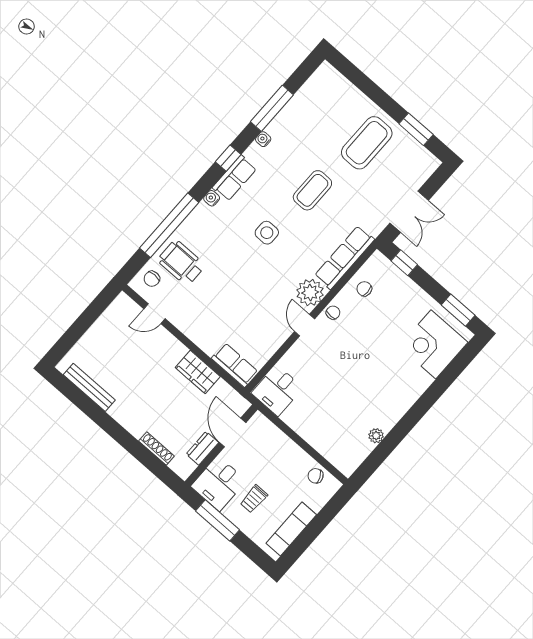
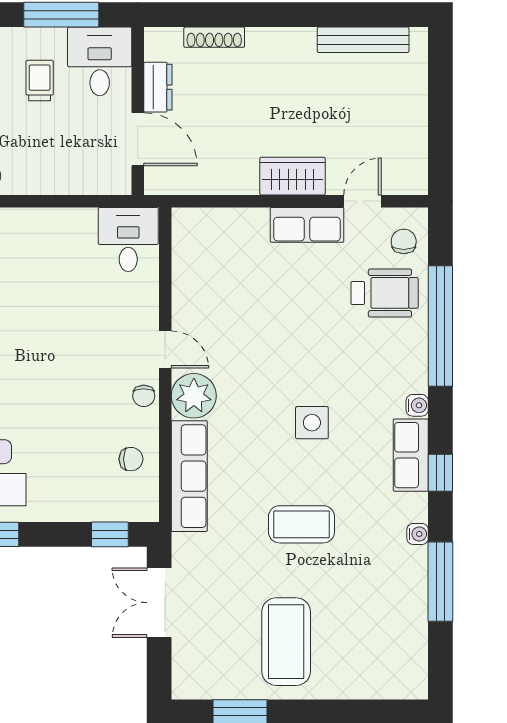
coffee table: (312, 190) -> (301, 524), turned 90
row of seats: (235, 365) -> (307, 225), moved
wardrobe: (198, 372) -> (292, 176), moved

